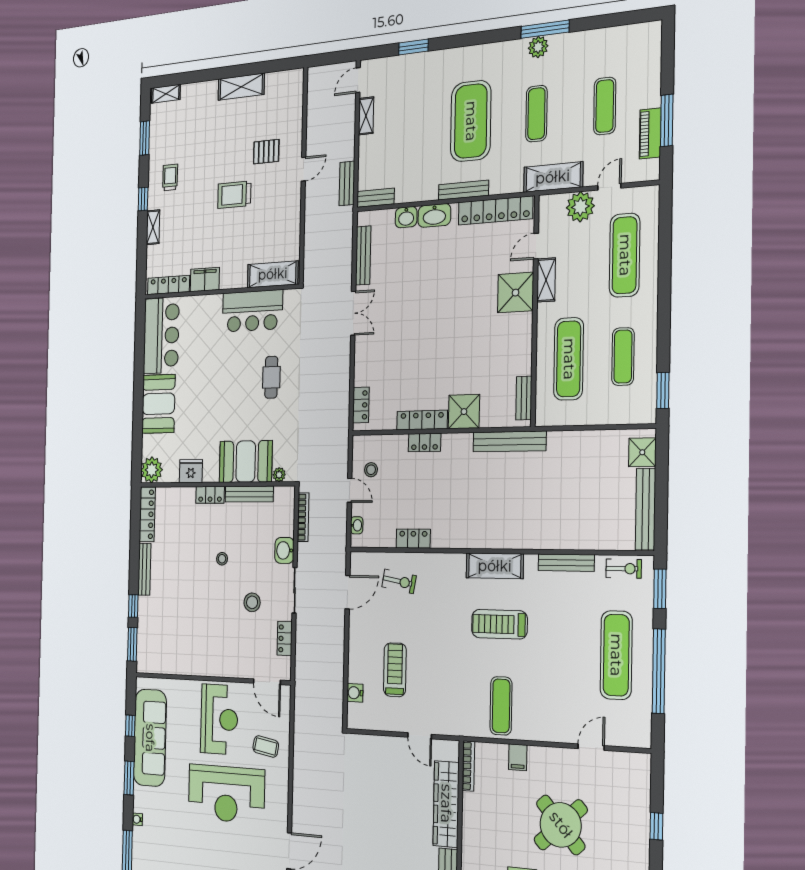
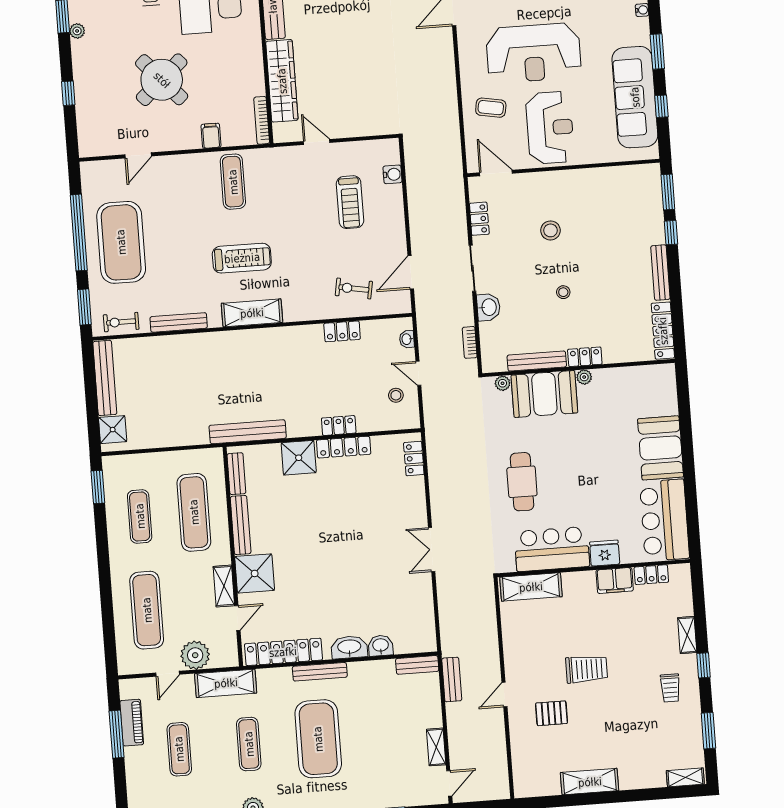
bench: (363, 255) -> (241, 525), moved
locker: (169, 285) -> (651, 575), width x0.66
cafe table: (271, 377) -> (522, 482), width x1.37, depth x1.35
plant: (152, 470) -> (584, 377), moved, width x0.53, depth x0.53
fridge: (191, 471) -> (605, 553), moved, turned 180
bookcase: (303, 517) -> (470, 342), width x0.64
stool: (252, 602) -> (550, 230), moved
exercise mat: (616, 655) -> (121, 242), width x1.47
reception desk: (219, 719) -> (550, 128), turned 180
reception desk: (226, 794) -> (534, 53), turned 180

